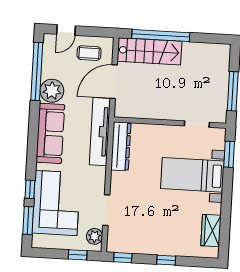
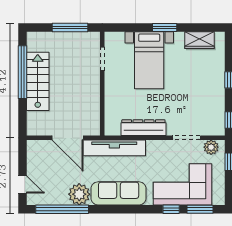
window: (161, 36) -> (23, 72), moved
stairs: (149, 51) -> (38, 81), moved
coffee table: (89, 53) -> (43, 162), removed
dresser: (121, 146) -> (143, 128), moved
window: (229, 154) -> (165, 28), moved

